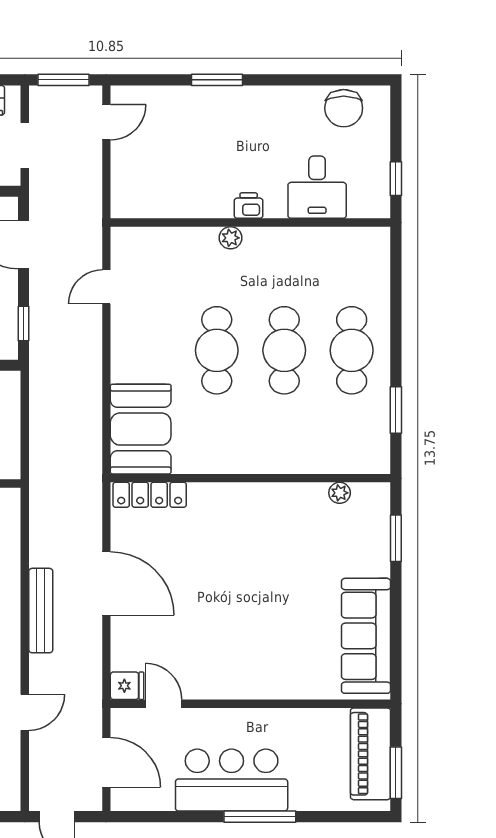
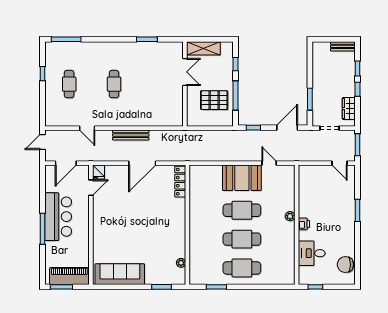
booth: (141, 429) -> (242, 178), moved

